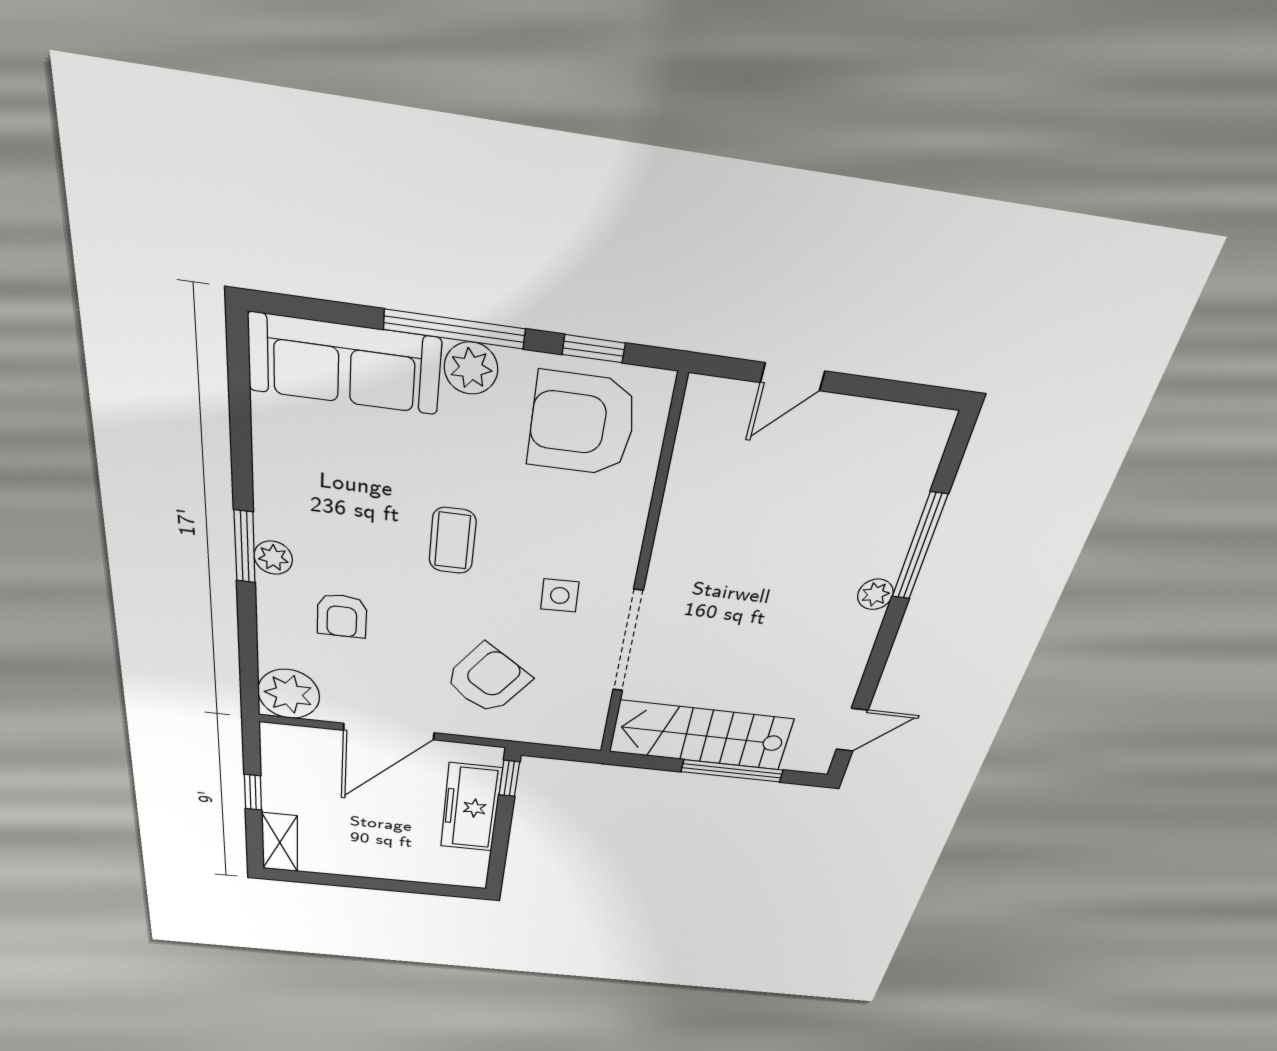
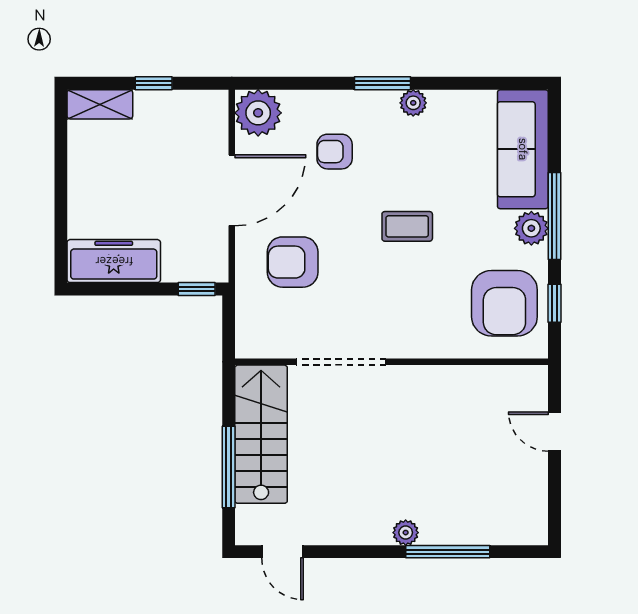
armchair: (582, 424) -> (504, 303), turned 180
plant: (273, 558) -> (413, 103), moved
side table: (560, 596) -> (373, 306), removed
armchair: (488, 679) -> (293, 262), turned 144
door: (389, 732) -> (232, 190), swing flipped
freezer: (471, 808) -> (114, 261), moved

